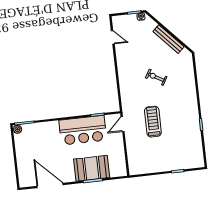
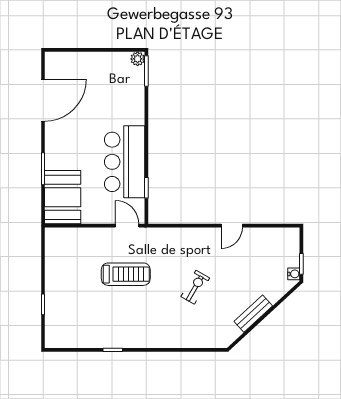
door: (113, 37) -> (232, 226), moved
bench: (169, 39) -> (253, 314), width x0.73
booth: (92, 168) -> (63, 197), moved

